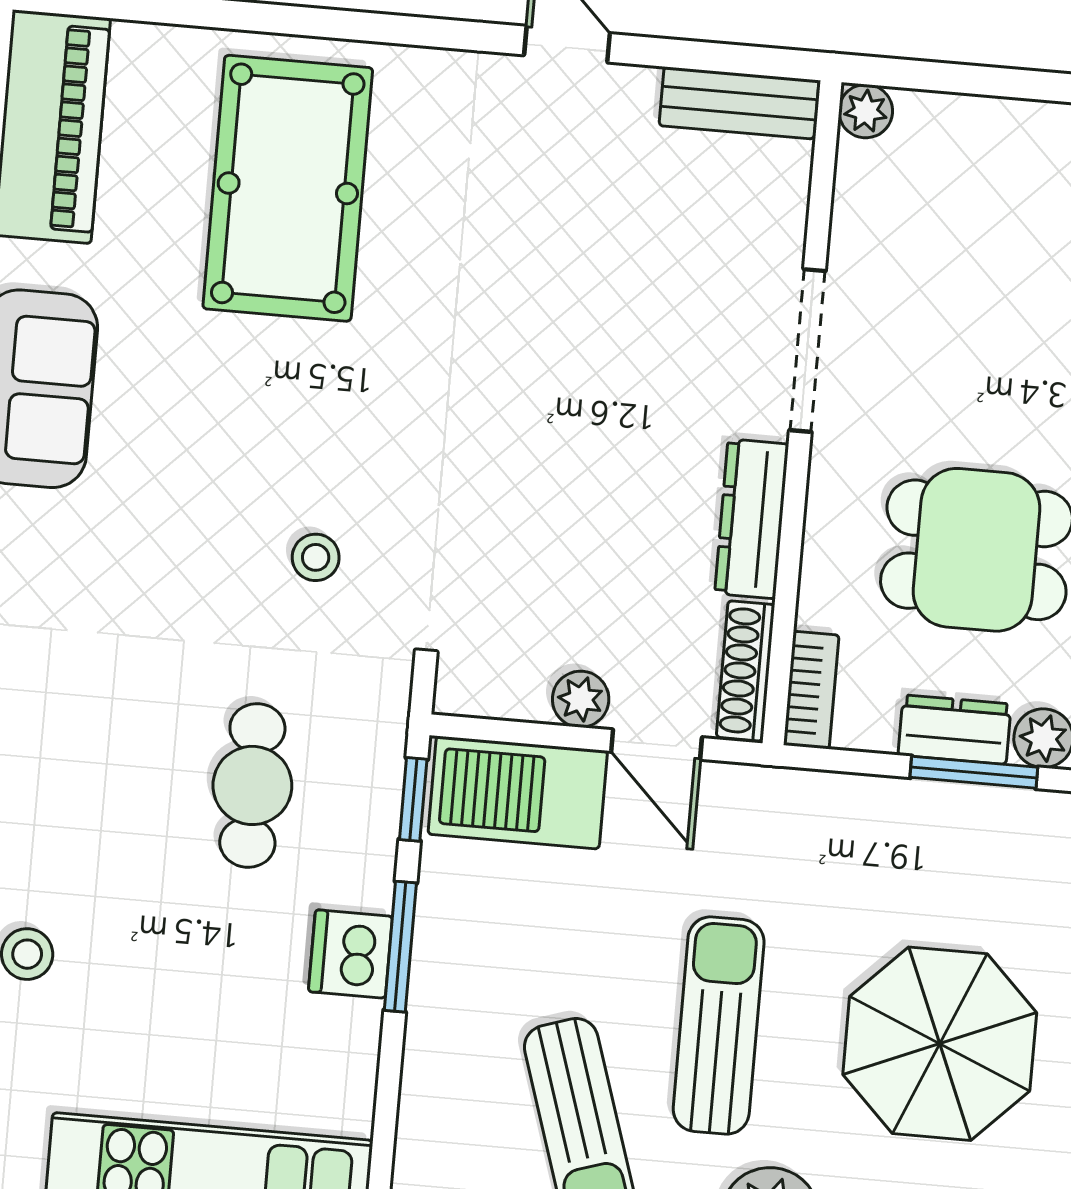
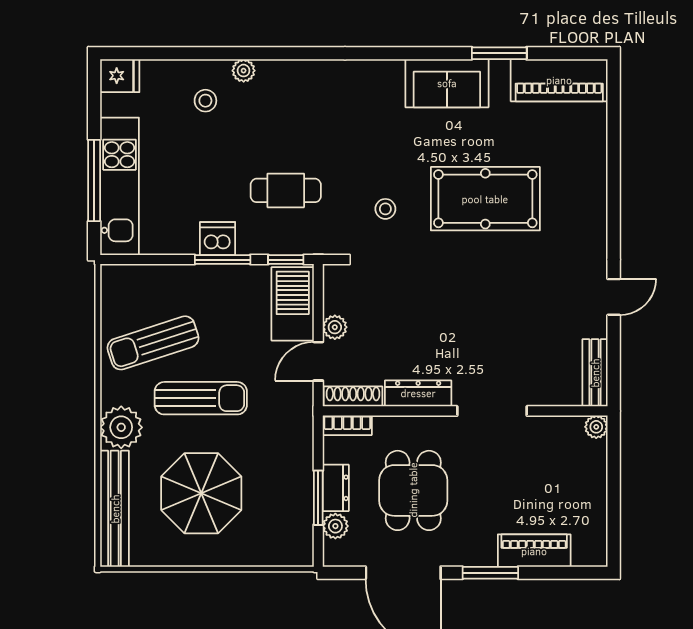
pool table: (288, 188) -> (485, 199), moved

